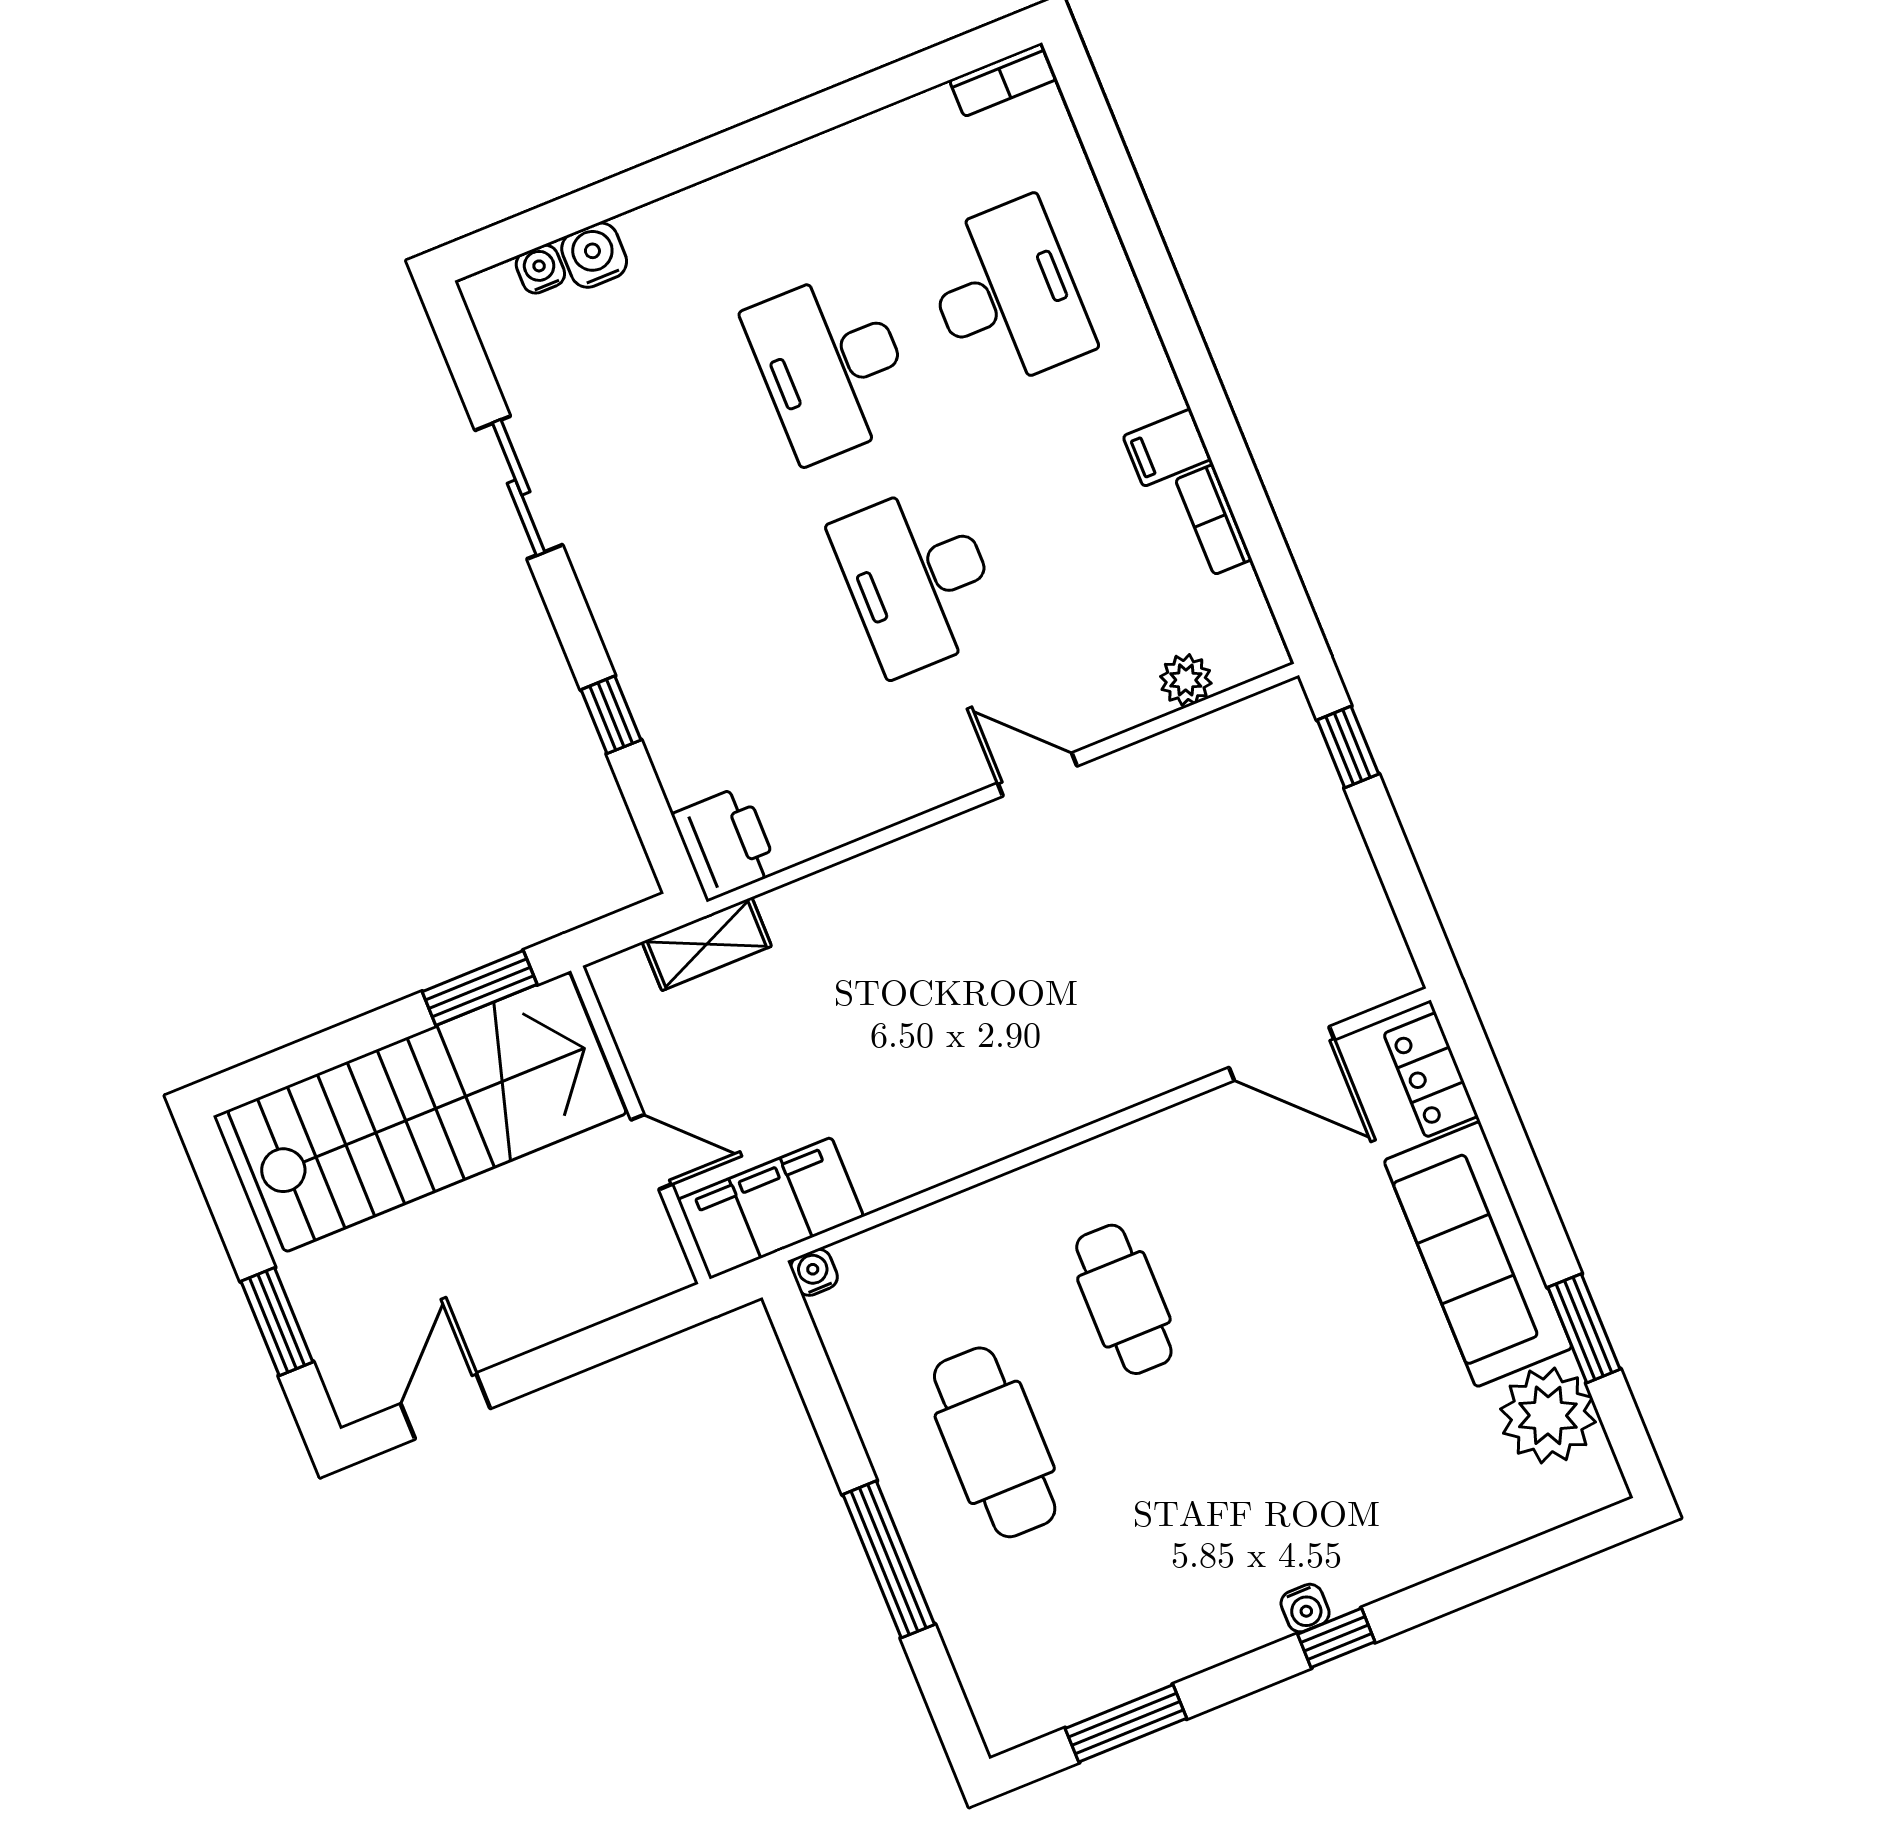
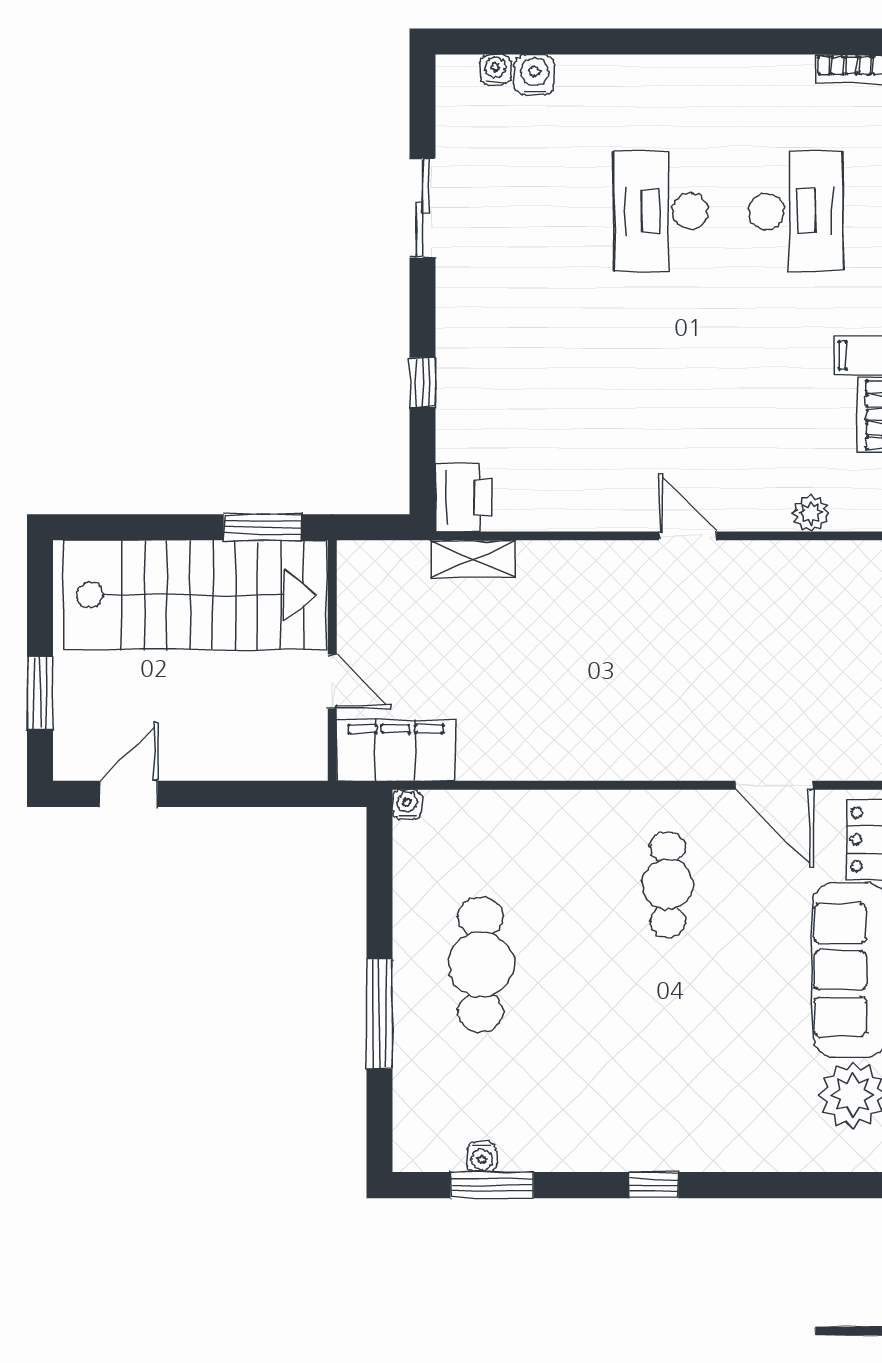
desk: (918, 579) -> (661, 375), removed
shelving: (707, 944) -> (473, 559), moved
cafe table: (1124, 1299) -> (668, 884), moved
water cooler: (1305, 1608) -> (482, 1157), moved

